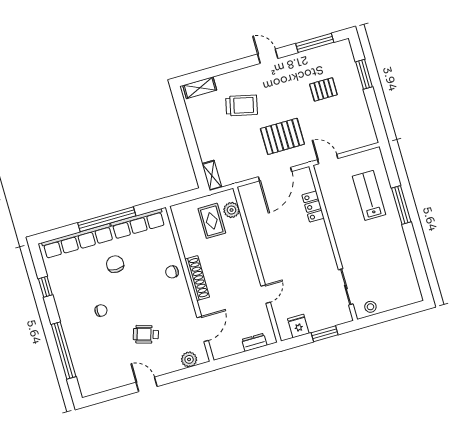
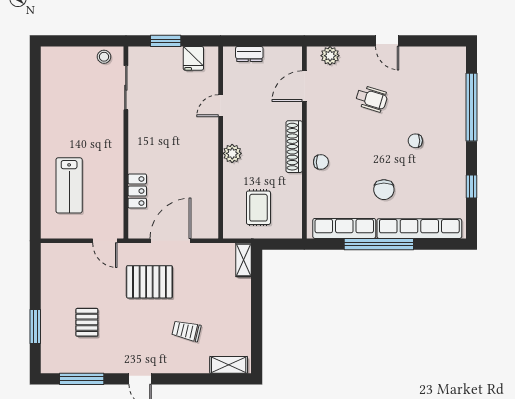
pallet: (323, 89) -> (87, 322), turned 90
trolley: (241, 105) -> (186, 331), width x0.73, depth x0.72
window: (401, 205) -> (35, 164), removed
plant: (232, 210) -> (232, 153), moved

